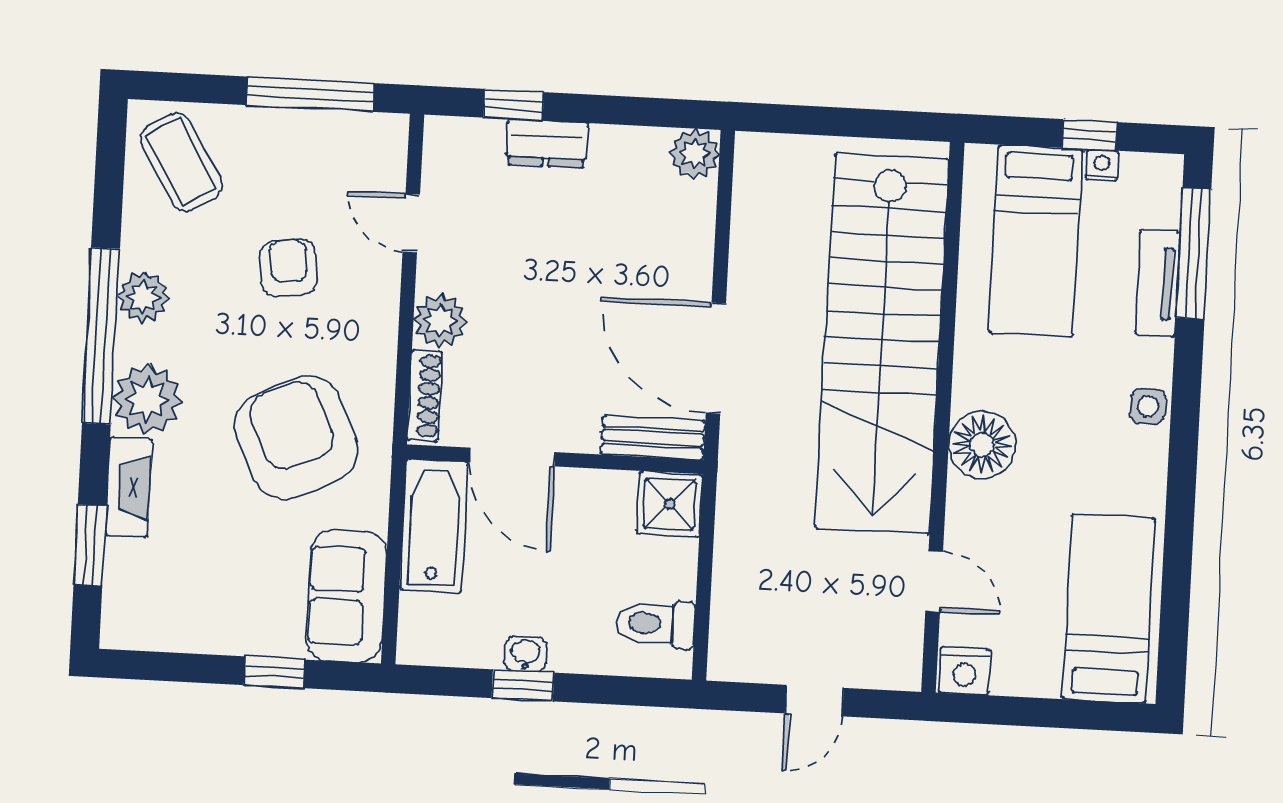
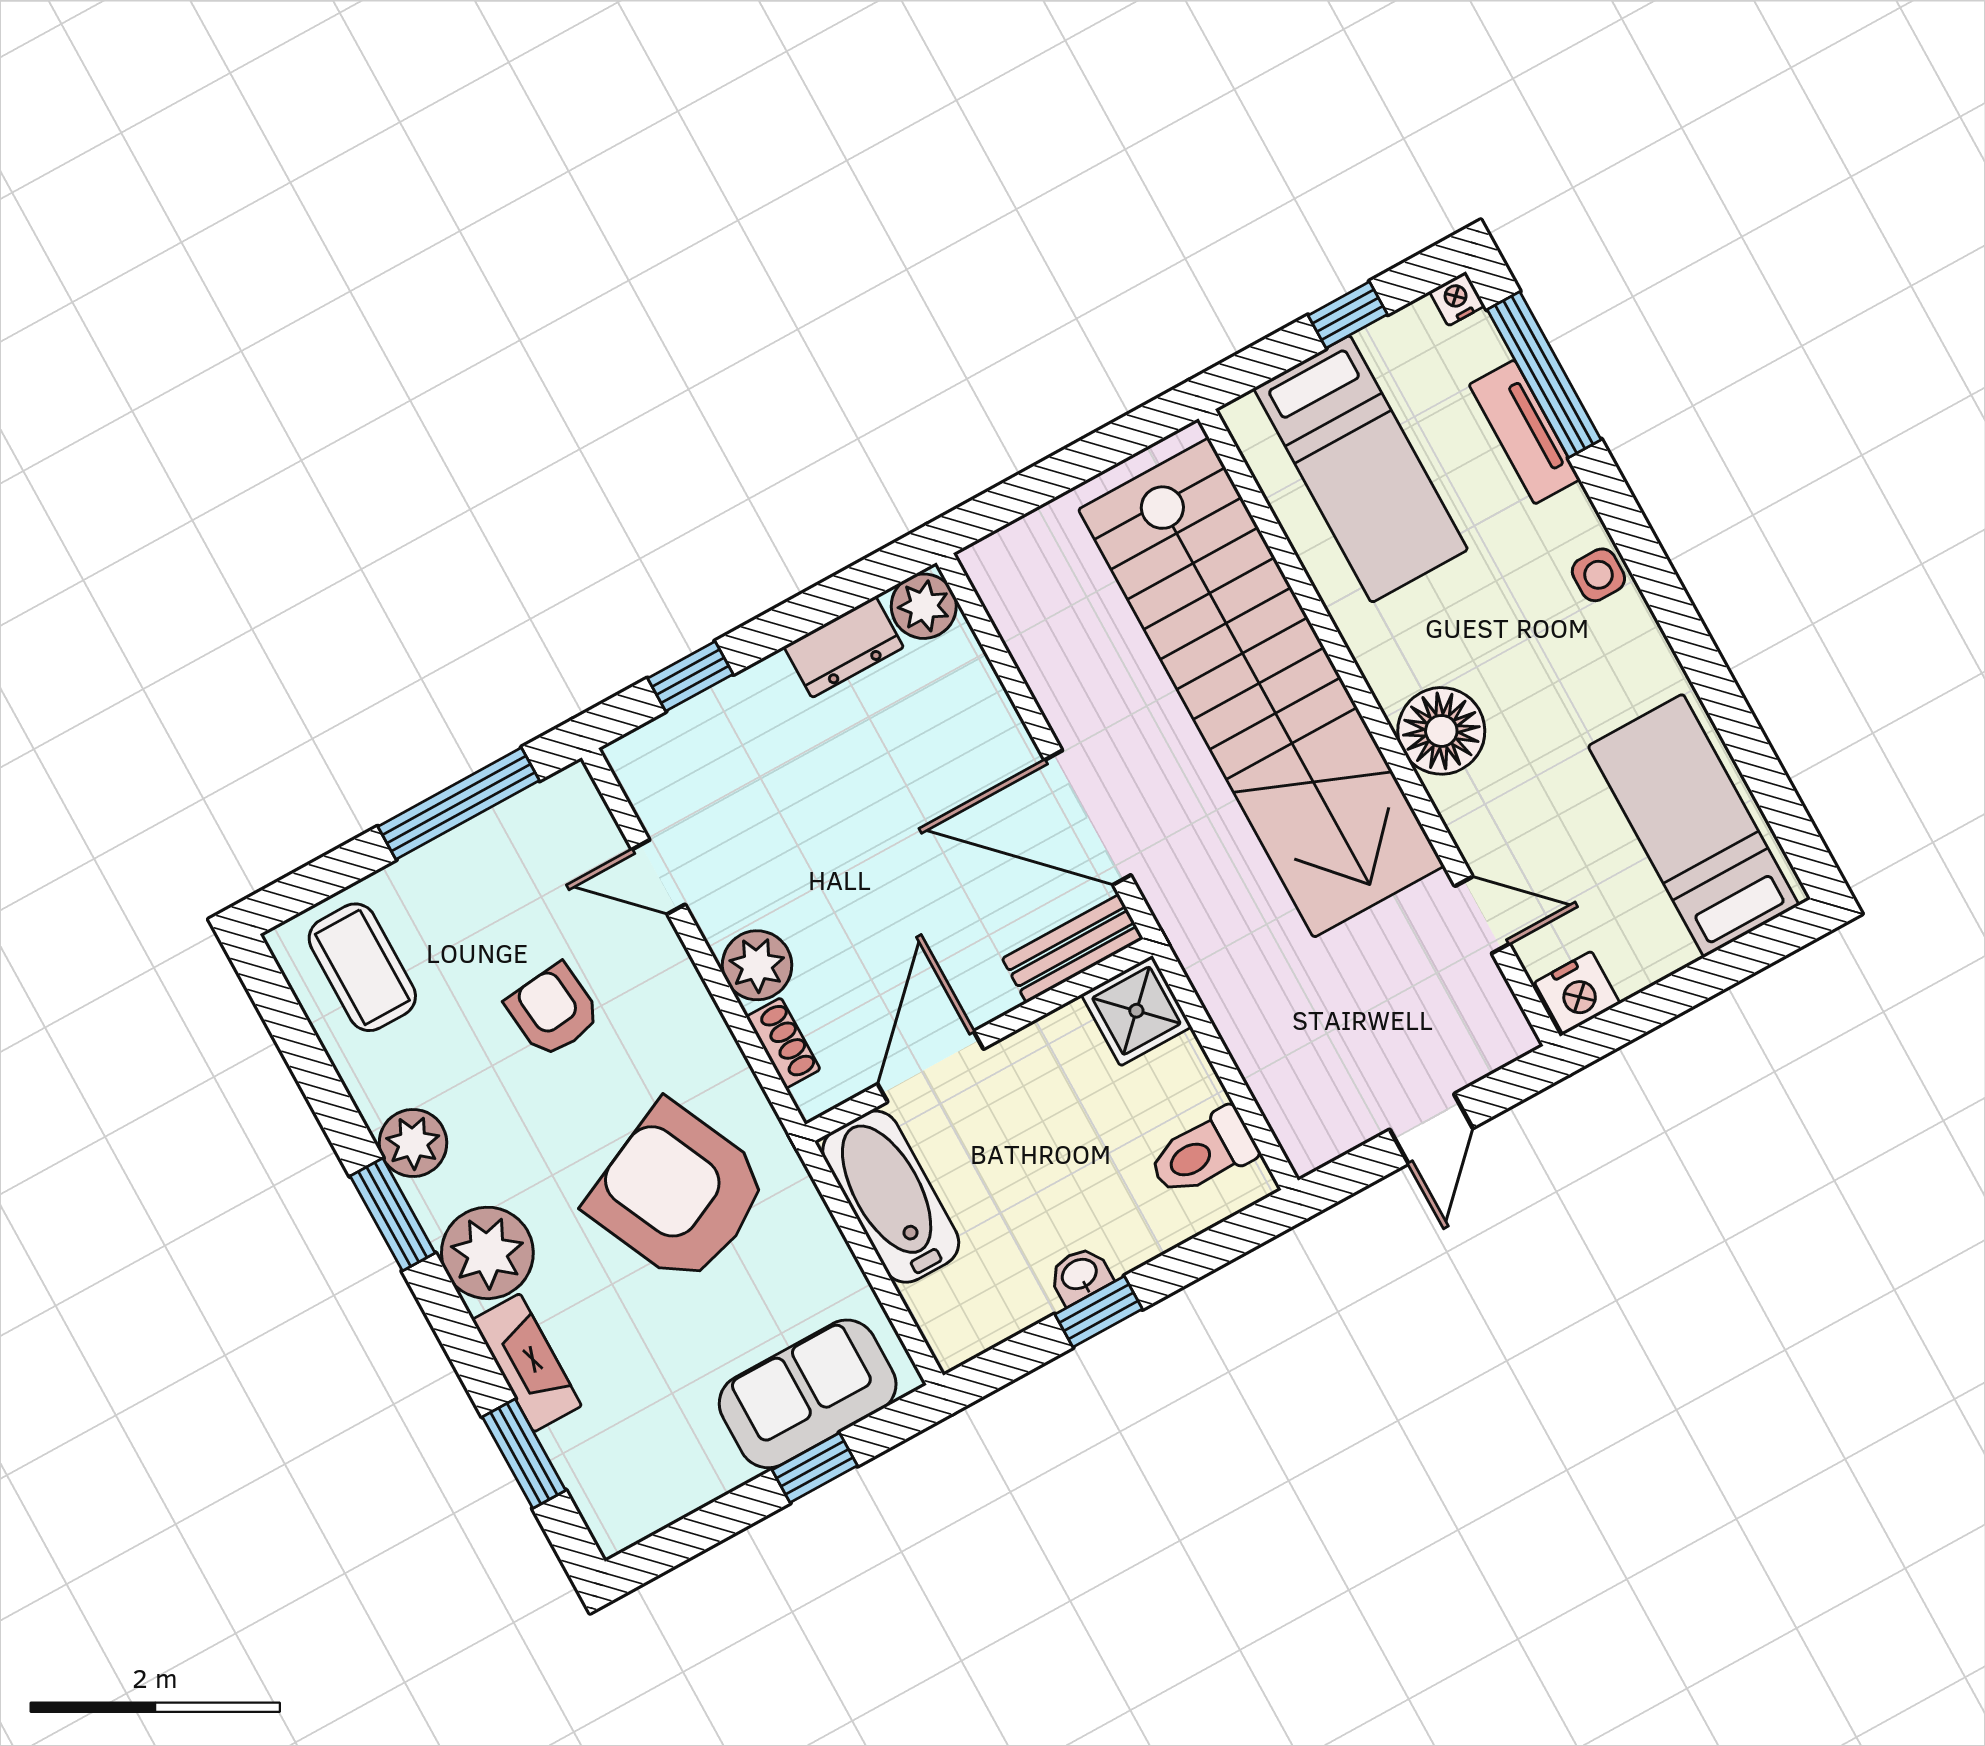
dresser: (547, 144) -> (844, 647), moved
coffee table: (181, 162) -> (362, 967), turned 31
nightstand: (1102, 165) -> (1457, 299), moved
window: (101, 336) -> (393, 1215), width x0.47
shoe rack: (425, 396) -> (783, 1043), width x0.70
door: (512, 457) -> (931, 1067), swing flipped
sofa: (346, 596) -> (808, 1394), moved, turned 90

